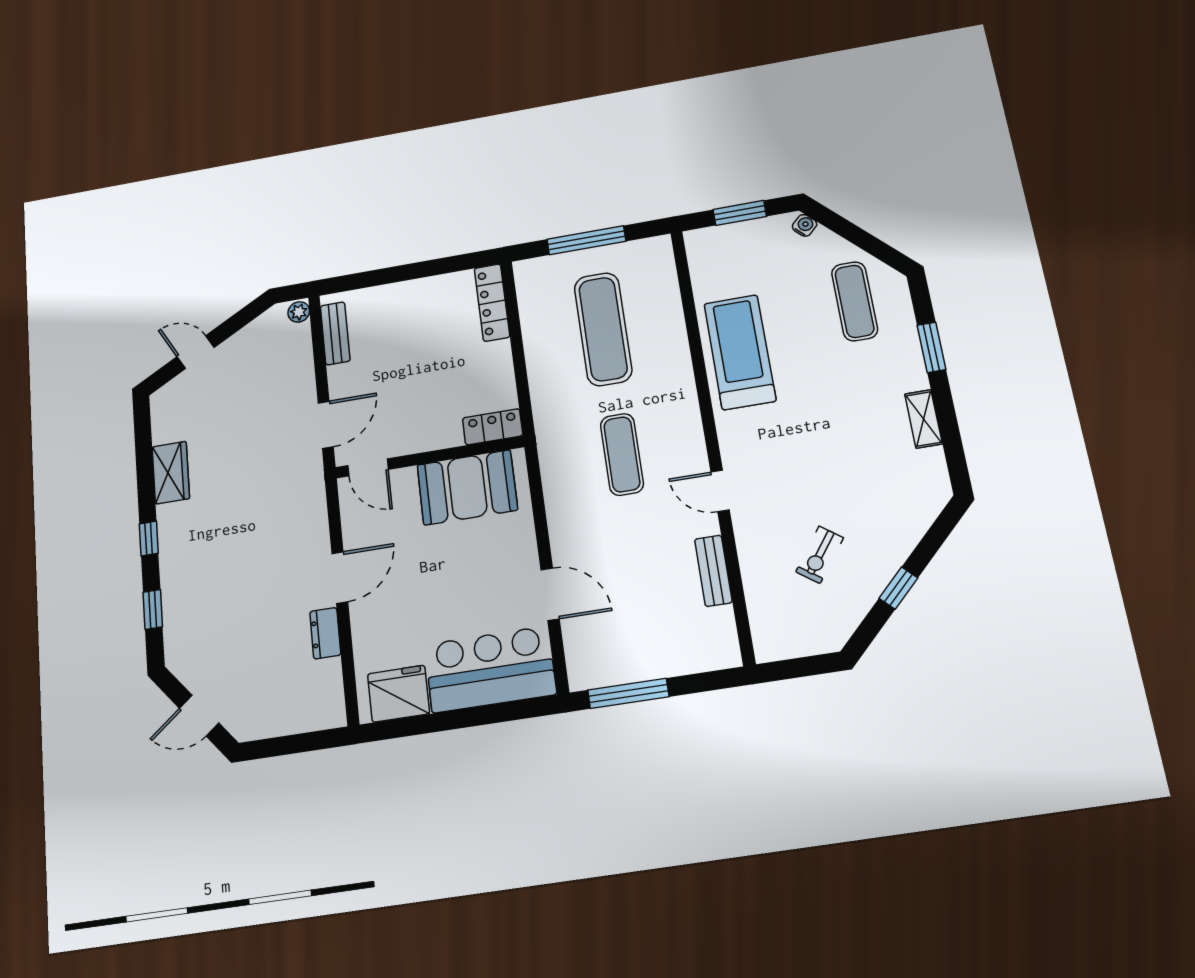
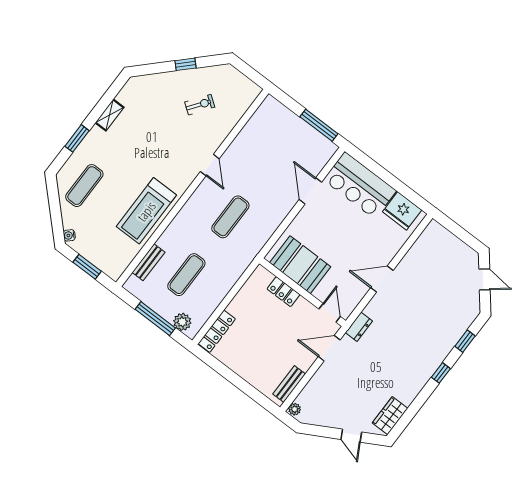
plant: (548, 270) -> (182, 322), added
exercise mat: (603, 329) -> (186, 275), width x0.73, depth x0.69
locker: (493, 427) -> (283, 292), moved
wardrobe: (171, 473) -> (390, 416), moved
bench: (713, 571) -> (148, 262), moved
dresser: (325, 633) -> (359, 327), moved

